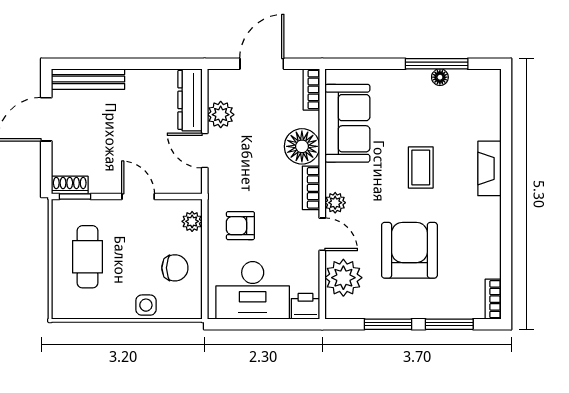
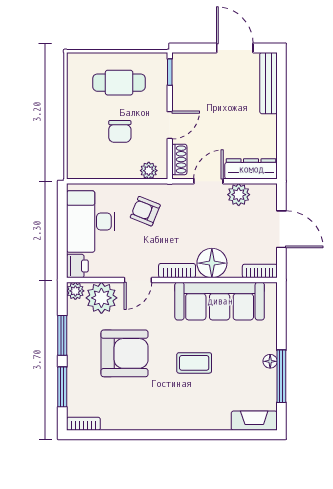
floor lamp: (440, 77) -> (270, 361), moved
sofa: (347, 123) -> (220, 301), width x1.36
fireplace: (489, 168) -> (254, 421), moved
shoe rack: (70, 185) -> (179, 159), moved
plant: (335, 203) -> (75, 291), moved
armchair: (240, 226) -> (145, 211), turned -68
chair: (175, 268) -> (120, 131), moved
side table: (146, 305) -> (78, 132), removed

